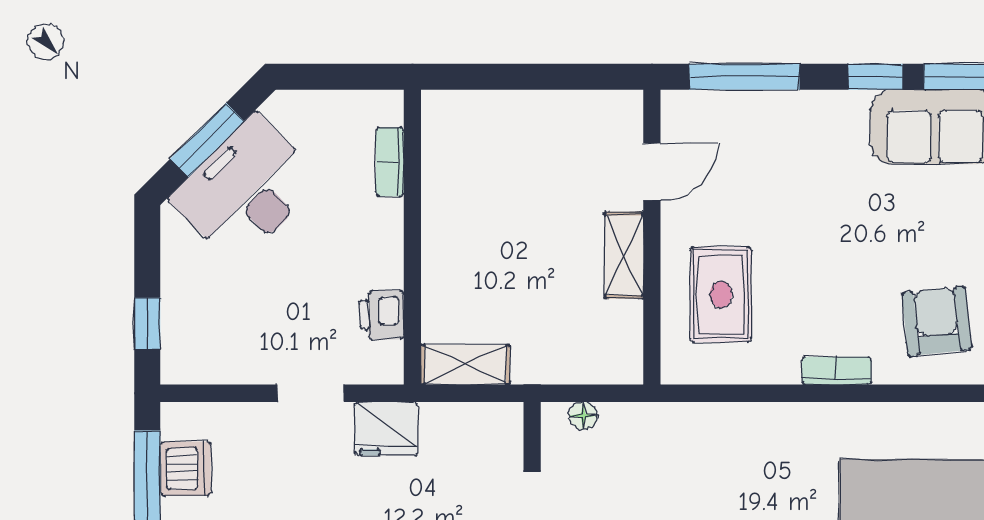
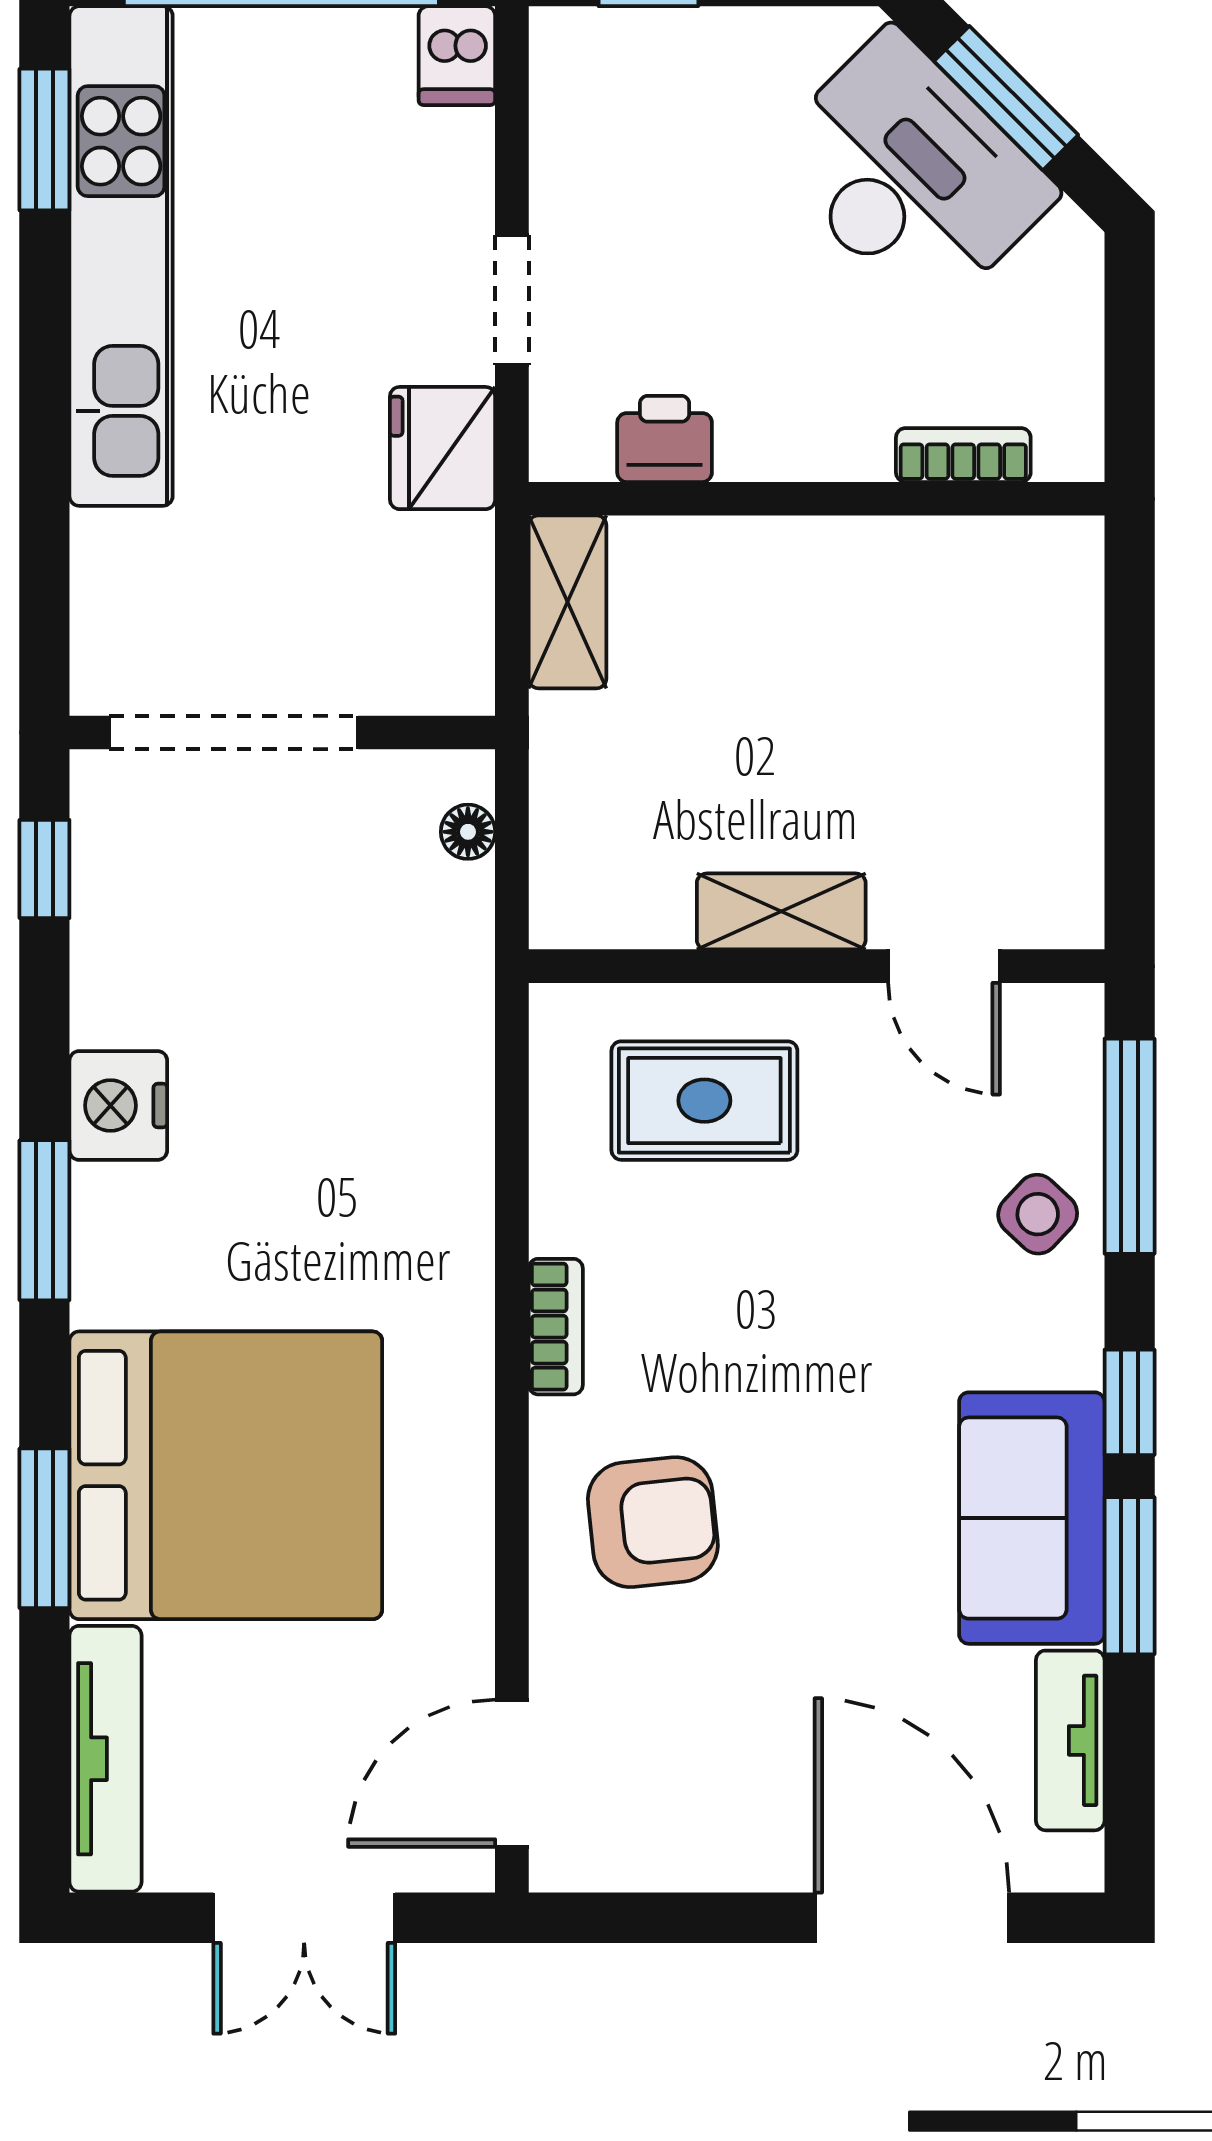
side table: (779, 124) -> (1038, 1214), added
dishwasher: (185, 469) -> (457, 56), moved, width x0.73

